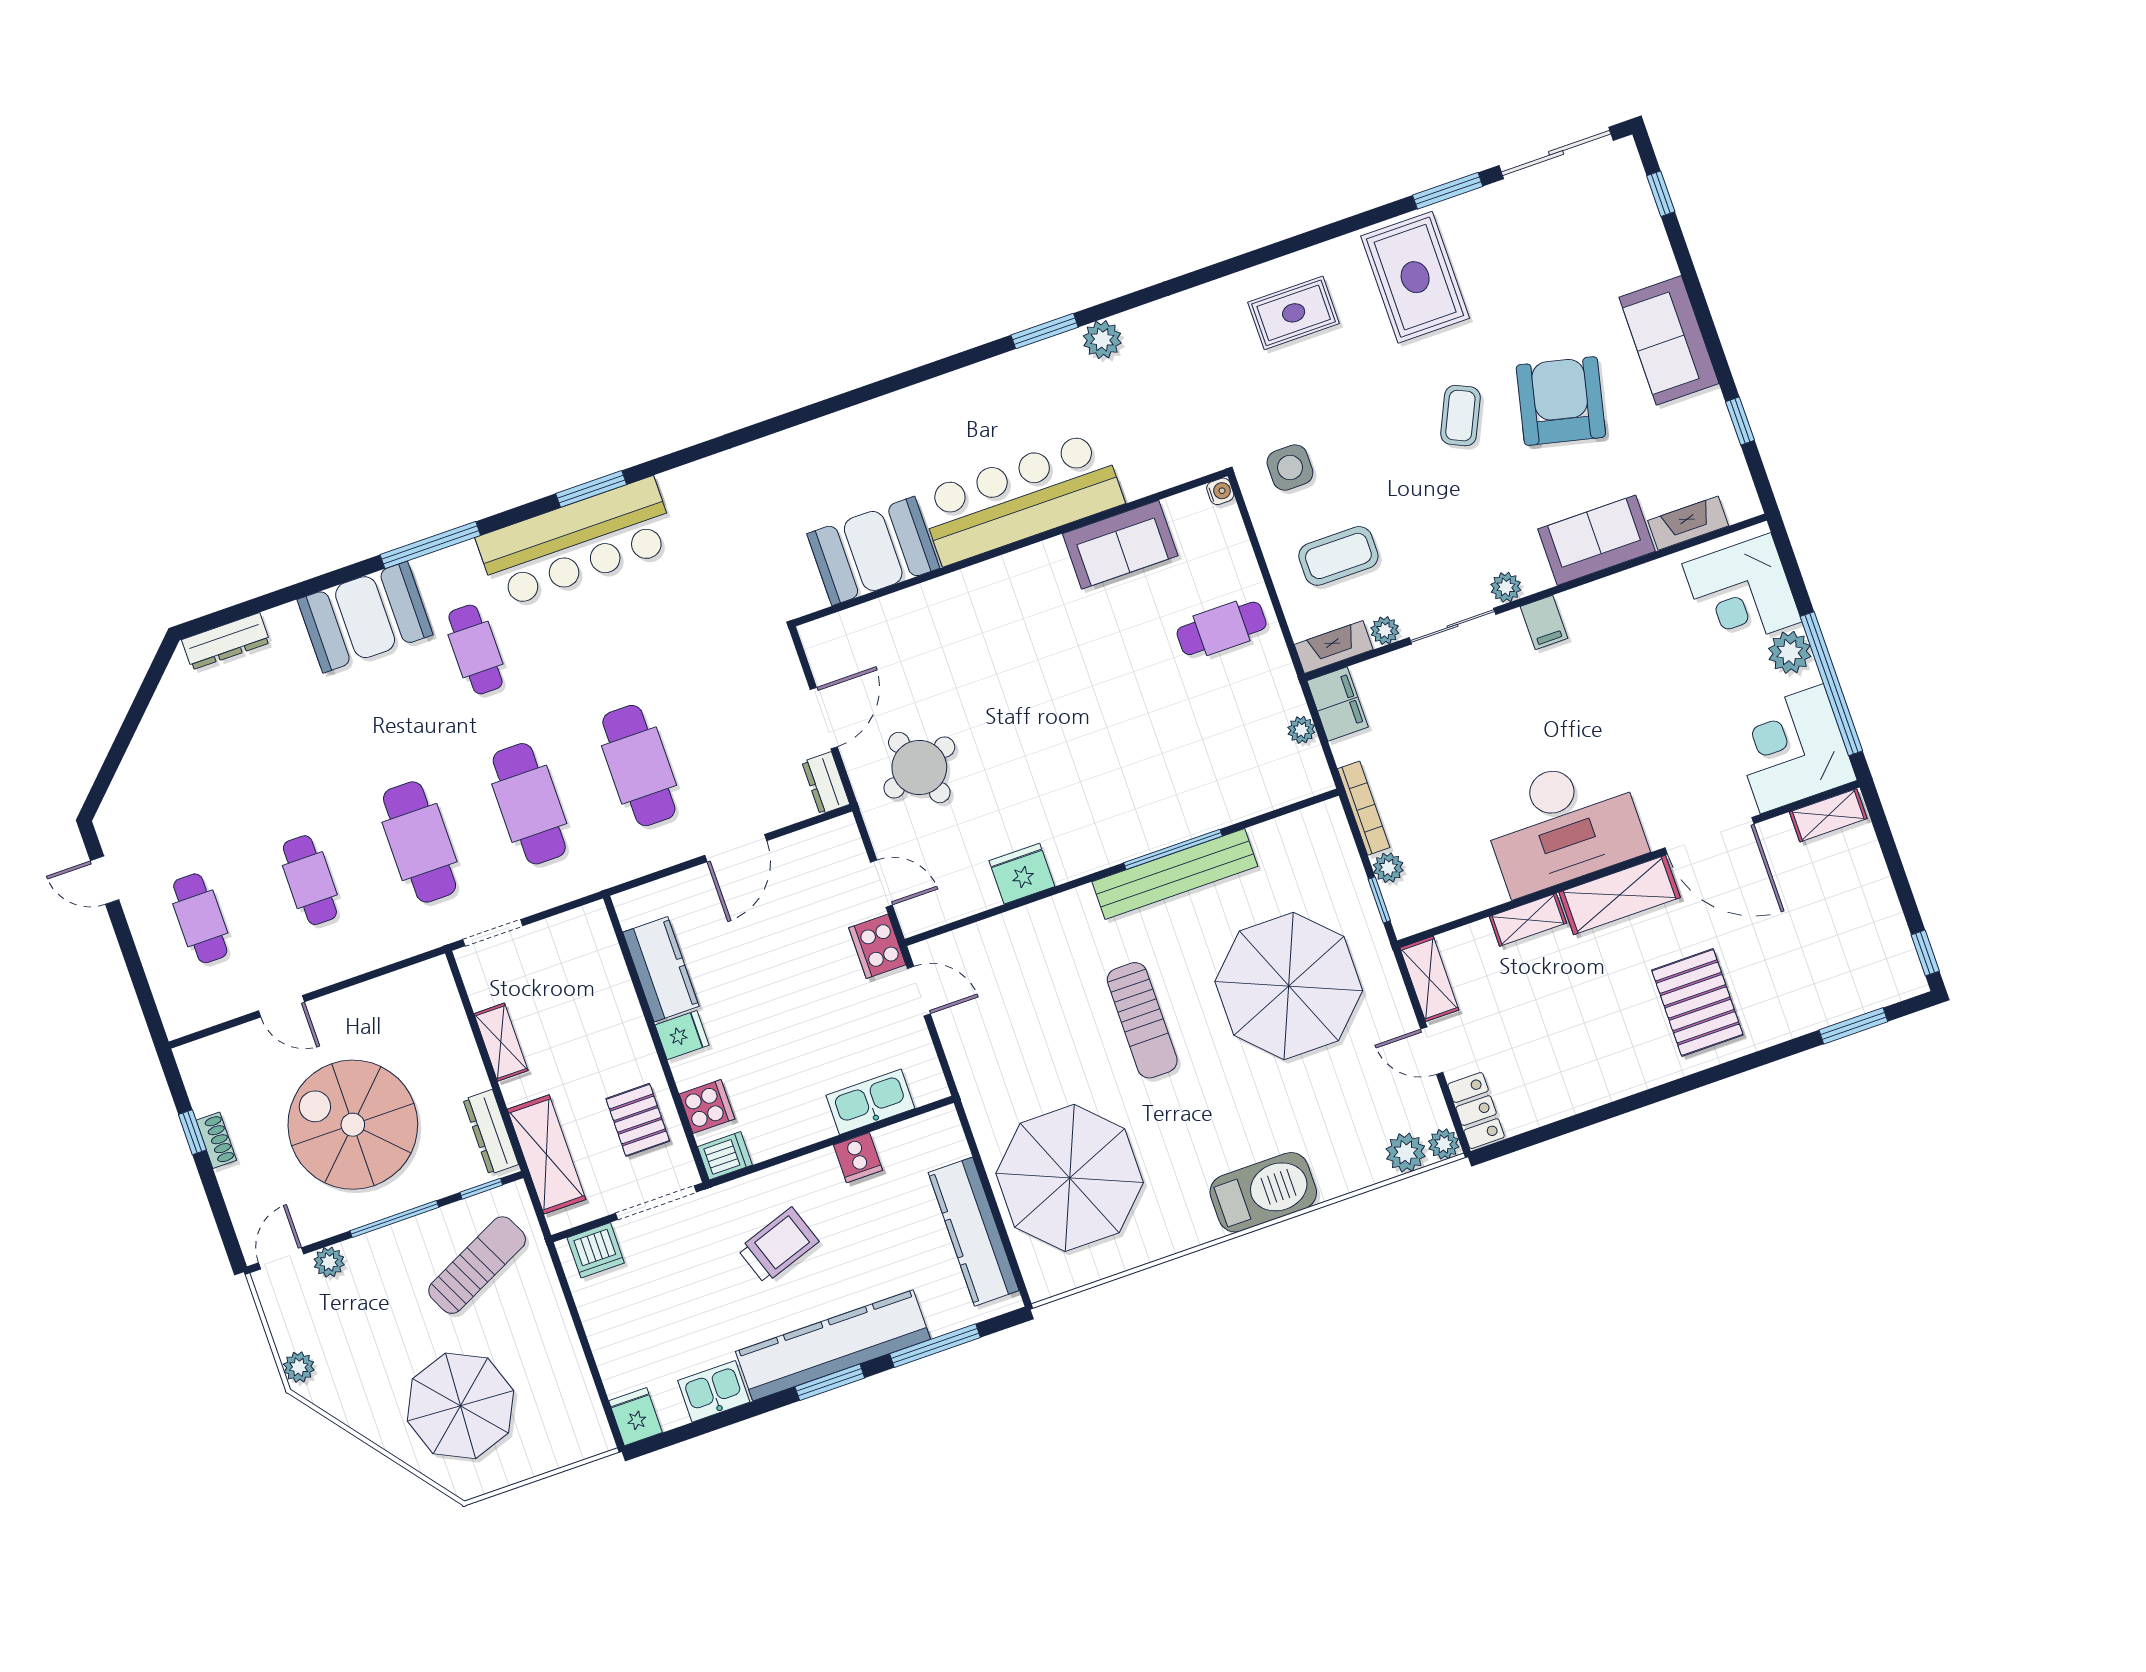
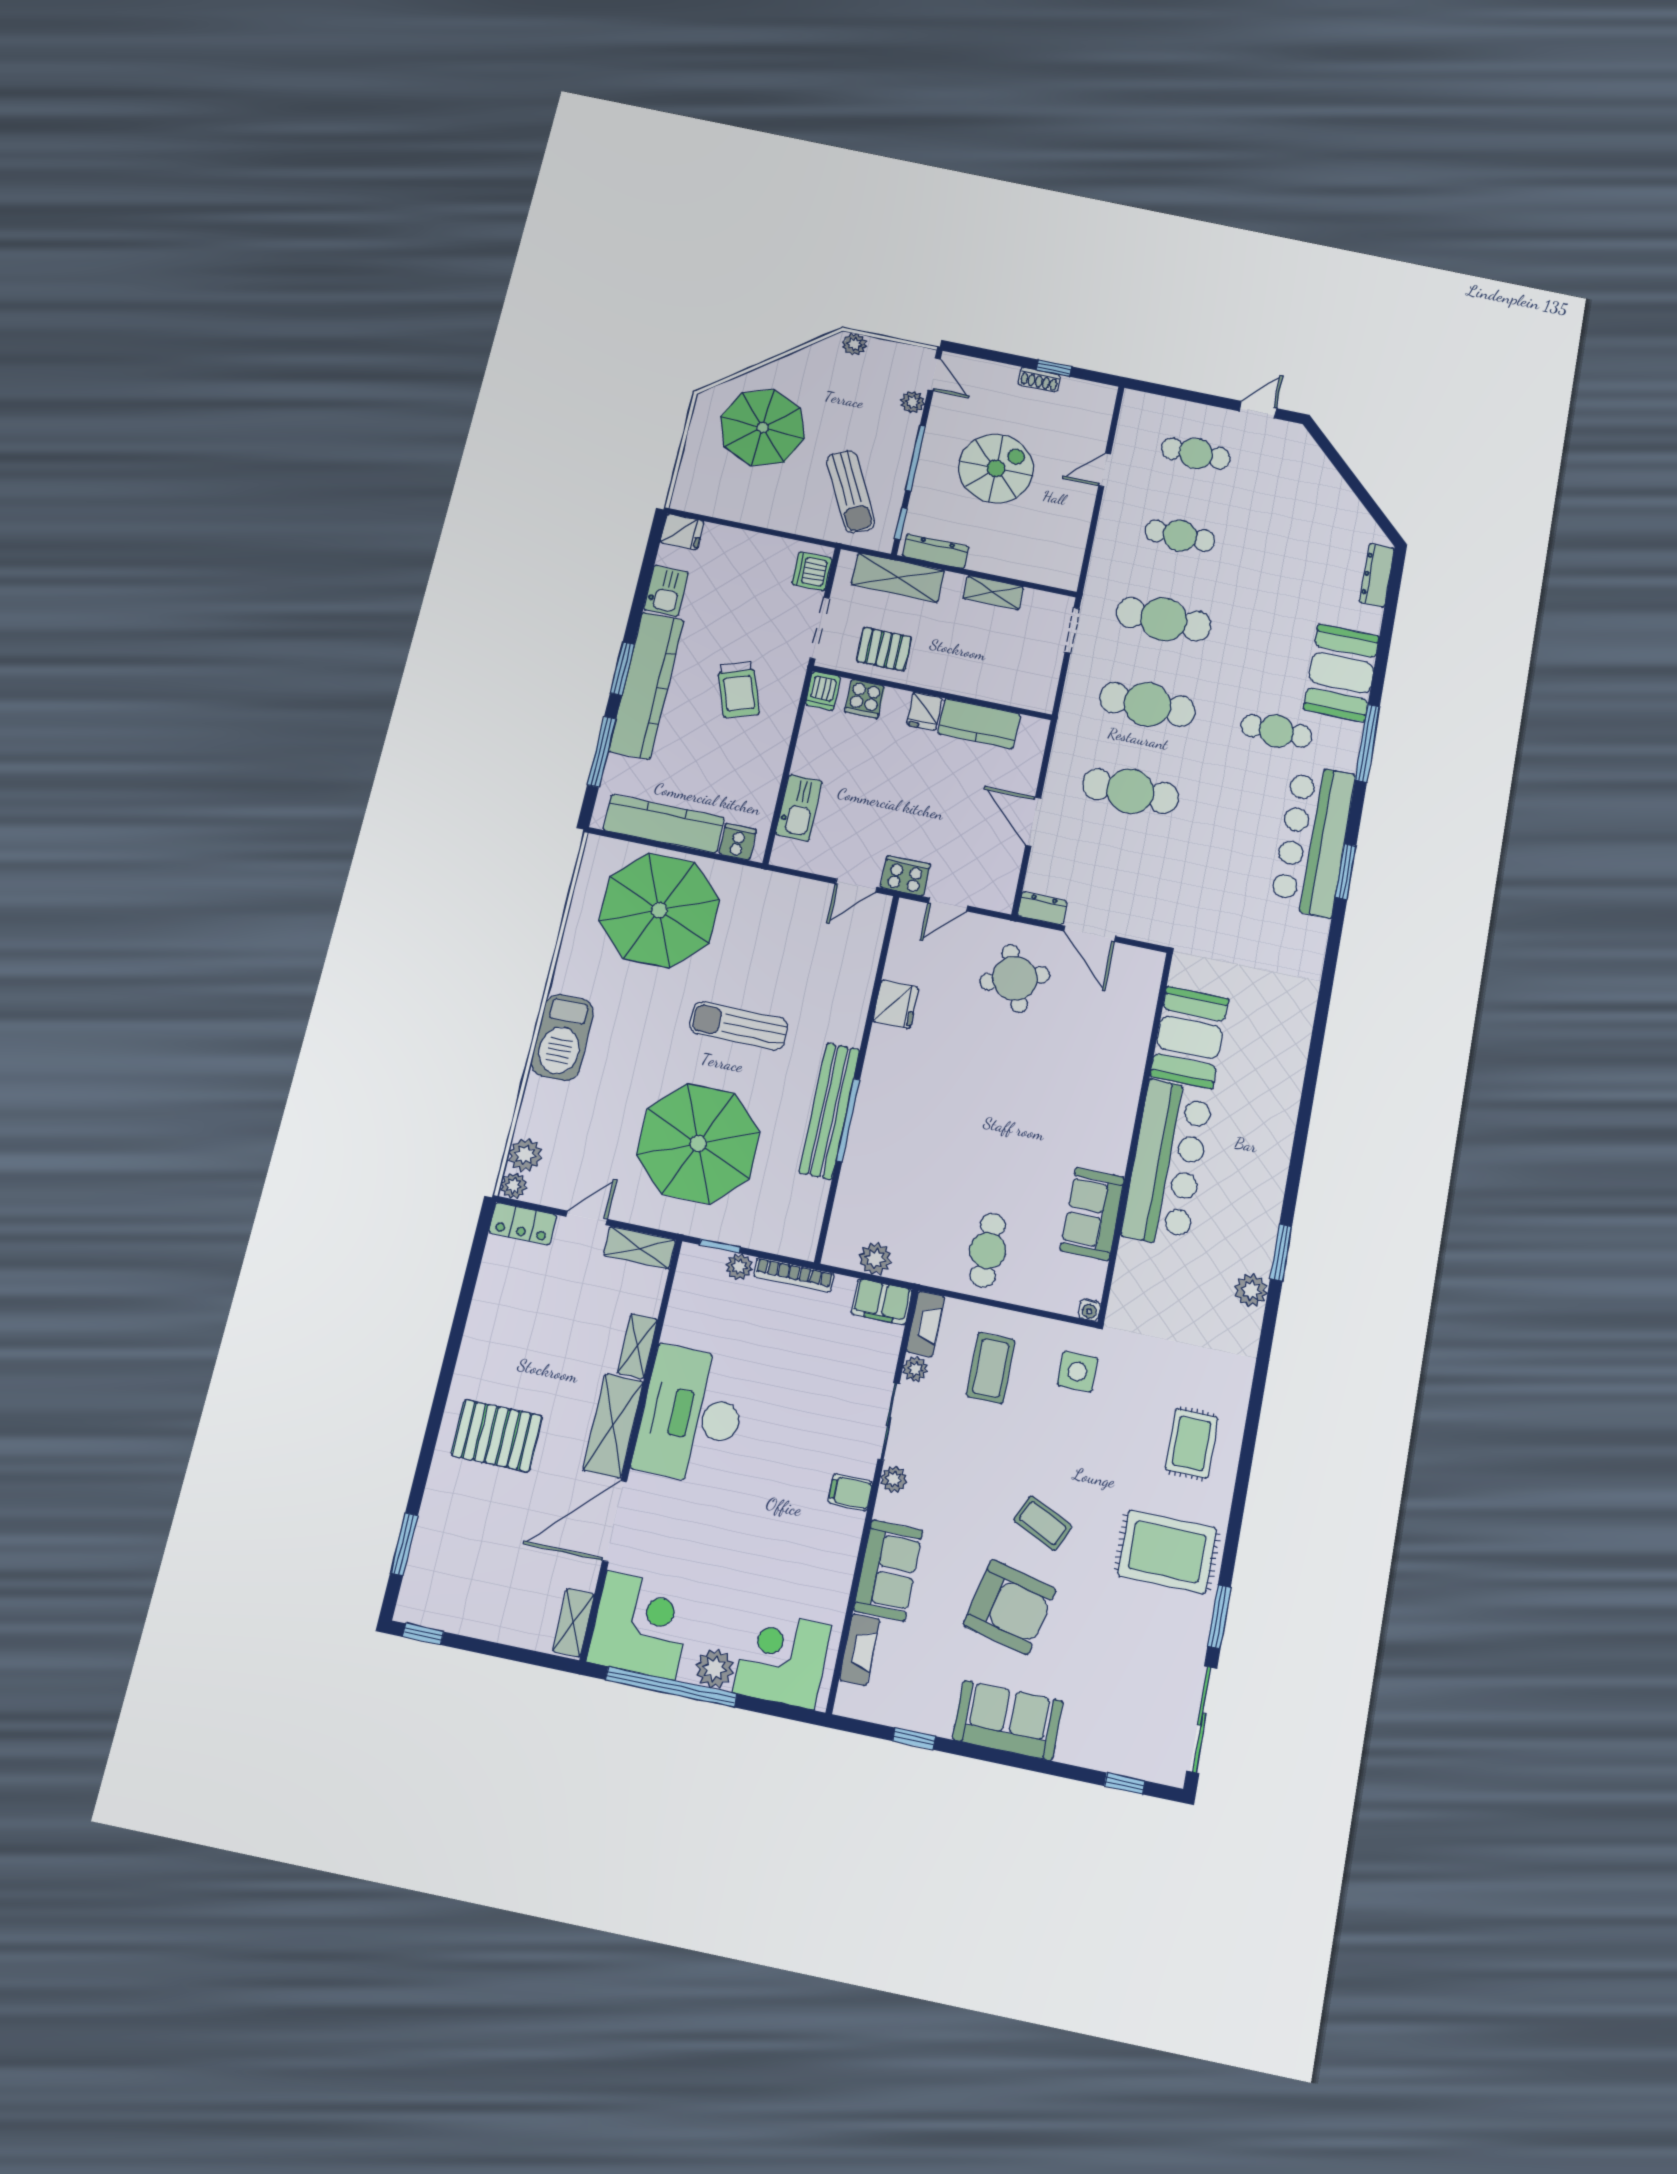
plant: (1301, 730) -> (875, 1259), width x1.38, depth x1.38
spiral stairs: (353, 1125) -> (996, 469), width x0.73, depth x0.73
cooker: (858, 1158) -> (738, 842), moved, turned 90

